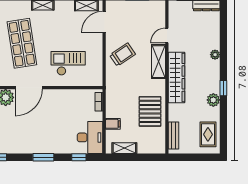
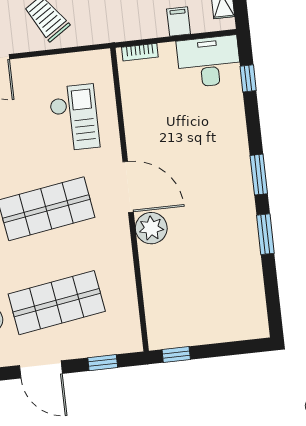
checkout: (68, 63) -> (74, 118), turned 180
window: (43, 157) -> (259, 175), moved

